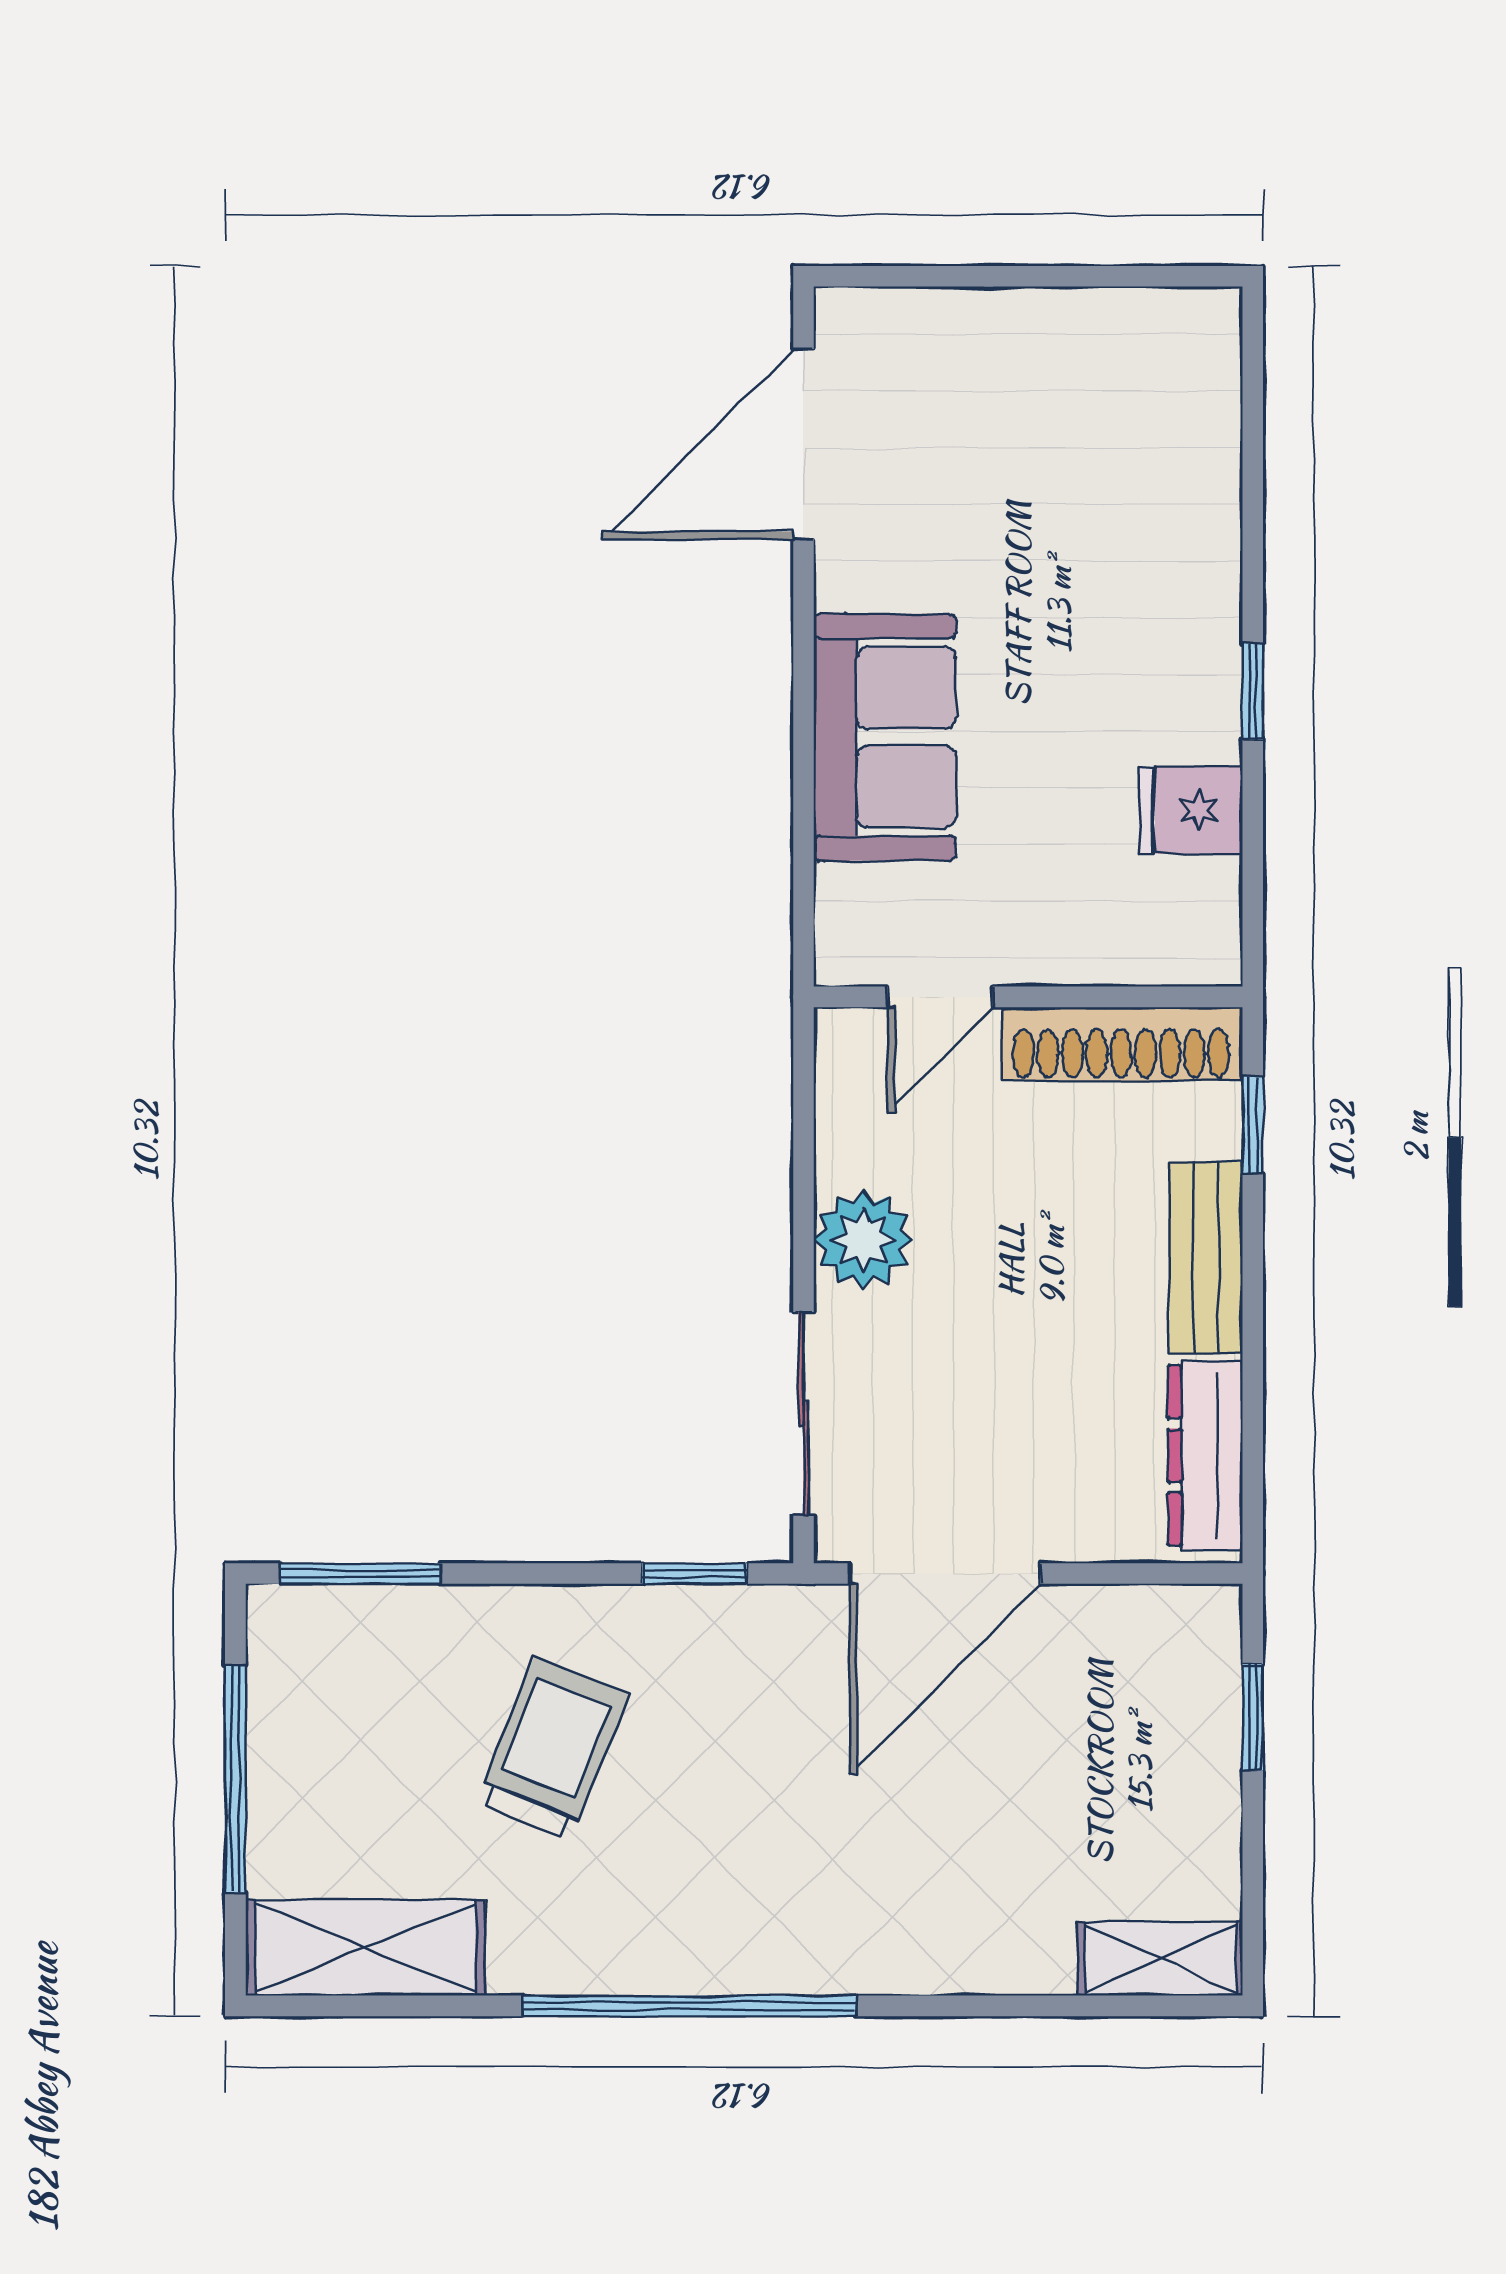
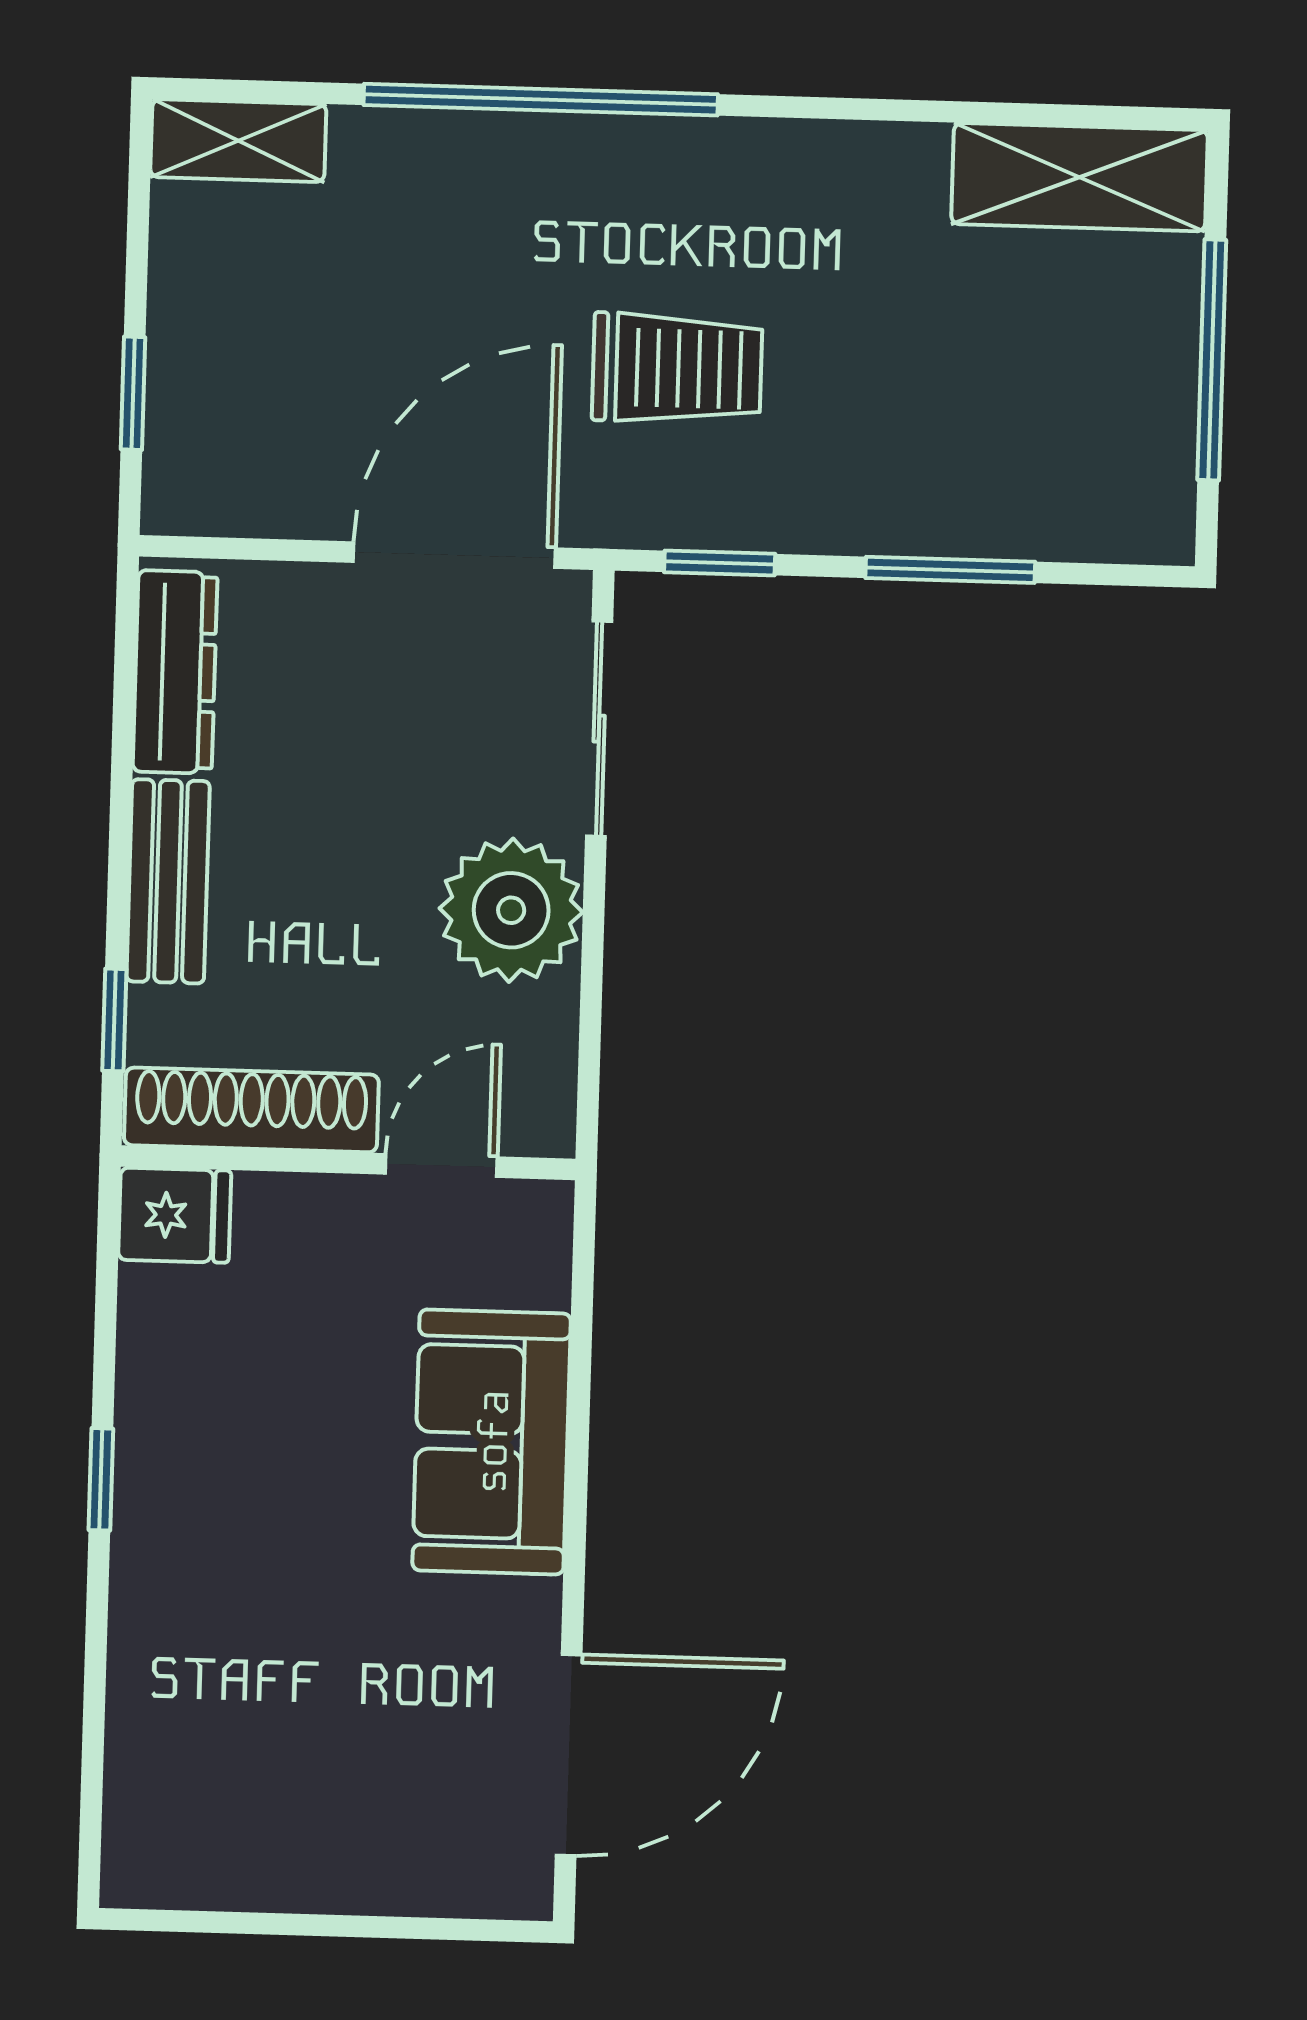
fridge: (1191, 810) -> (175, 1215), moved
plant: (863, 1240) -> (511, 910), width x1.36, depth x1.36
window: (361, 1573) -> (950, 570), moved
trolley: (552, 1748) -> (677, 368), moved, turned -112
window: (689, 2006) -> (541, 100), moved

